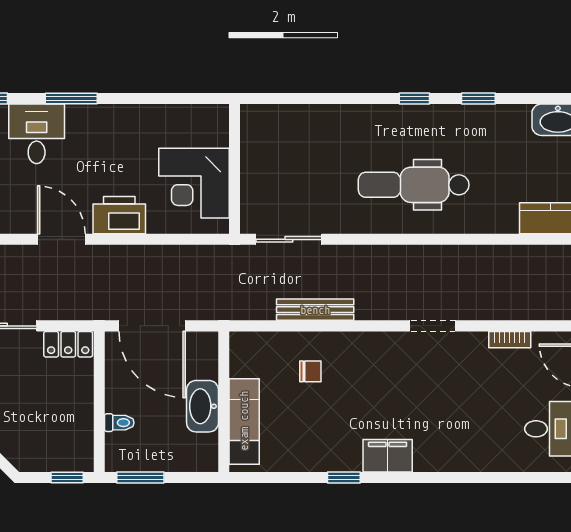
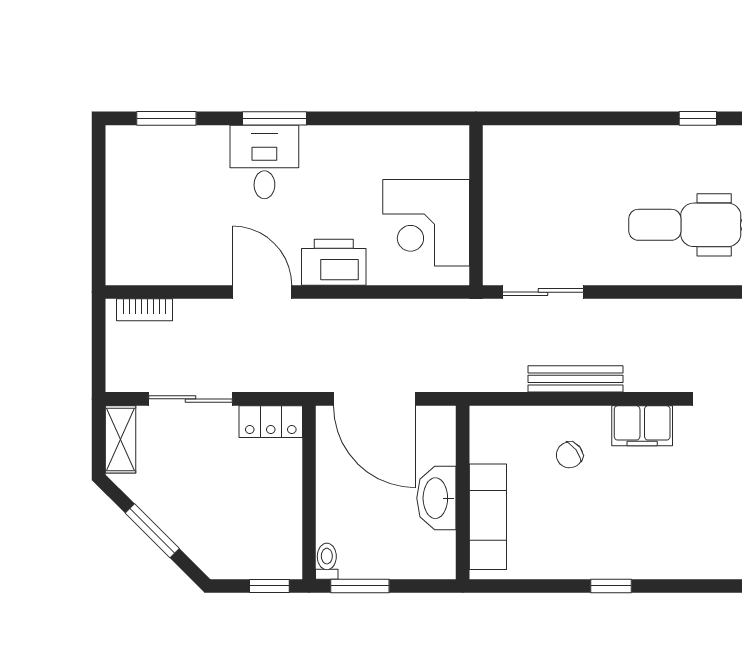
desk: (37, 134) -> (264, 162), moved
chair: (310, 371) -> (569, 455), turned 143
toilet: (119, 423) -> (327, 561), moved, turned -90
filing cabinet: (388, 456) -> (642, 426), moved, turned 180

